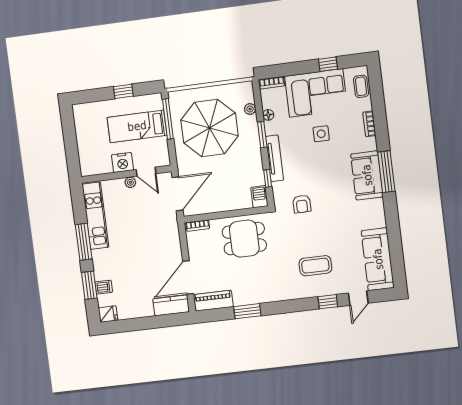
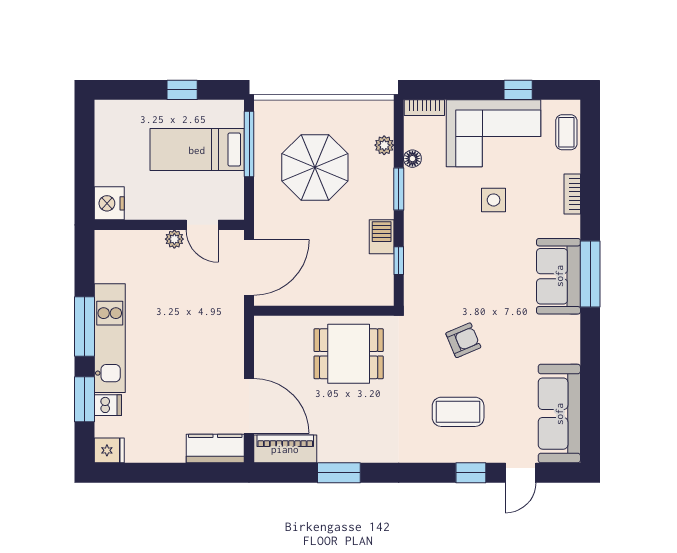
parasol: (210, 128) -> (315, 167), width x0.73, depth x0.73
tv unit: (274, 158) -> (414, 230), removed
nightstand: (122, 163) -> (109, 203), moved, turned 90
barbecue: (259, 197) -> (382, 237), moved
armchair: (302, 204) -> (463, 340), moved, turned -113
kitchen unit: (95, 216) -> (110, 338), moved
bookcase: (198, 226) -> (275, 323), removed
door: (188, 277) -> (249, 406), swing flipped

